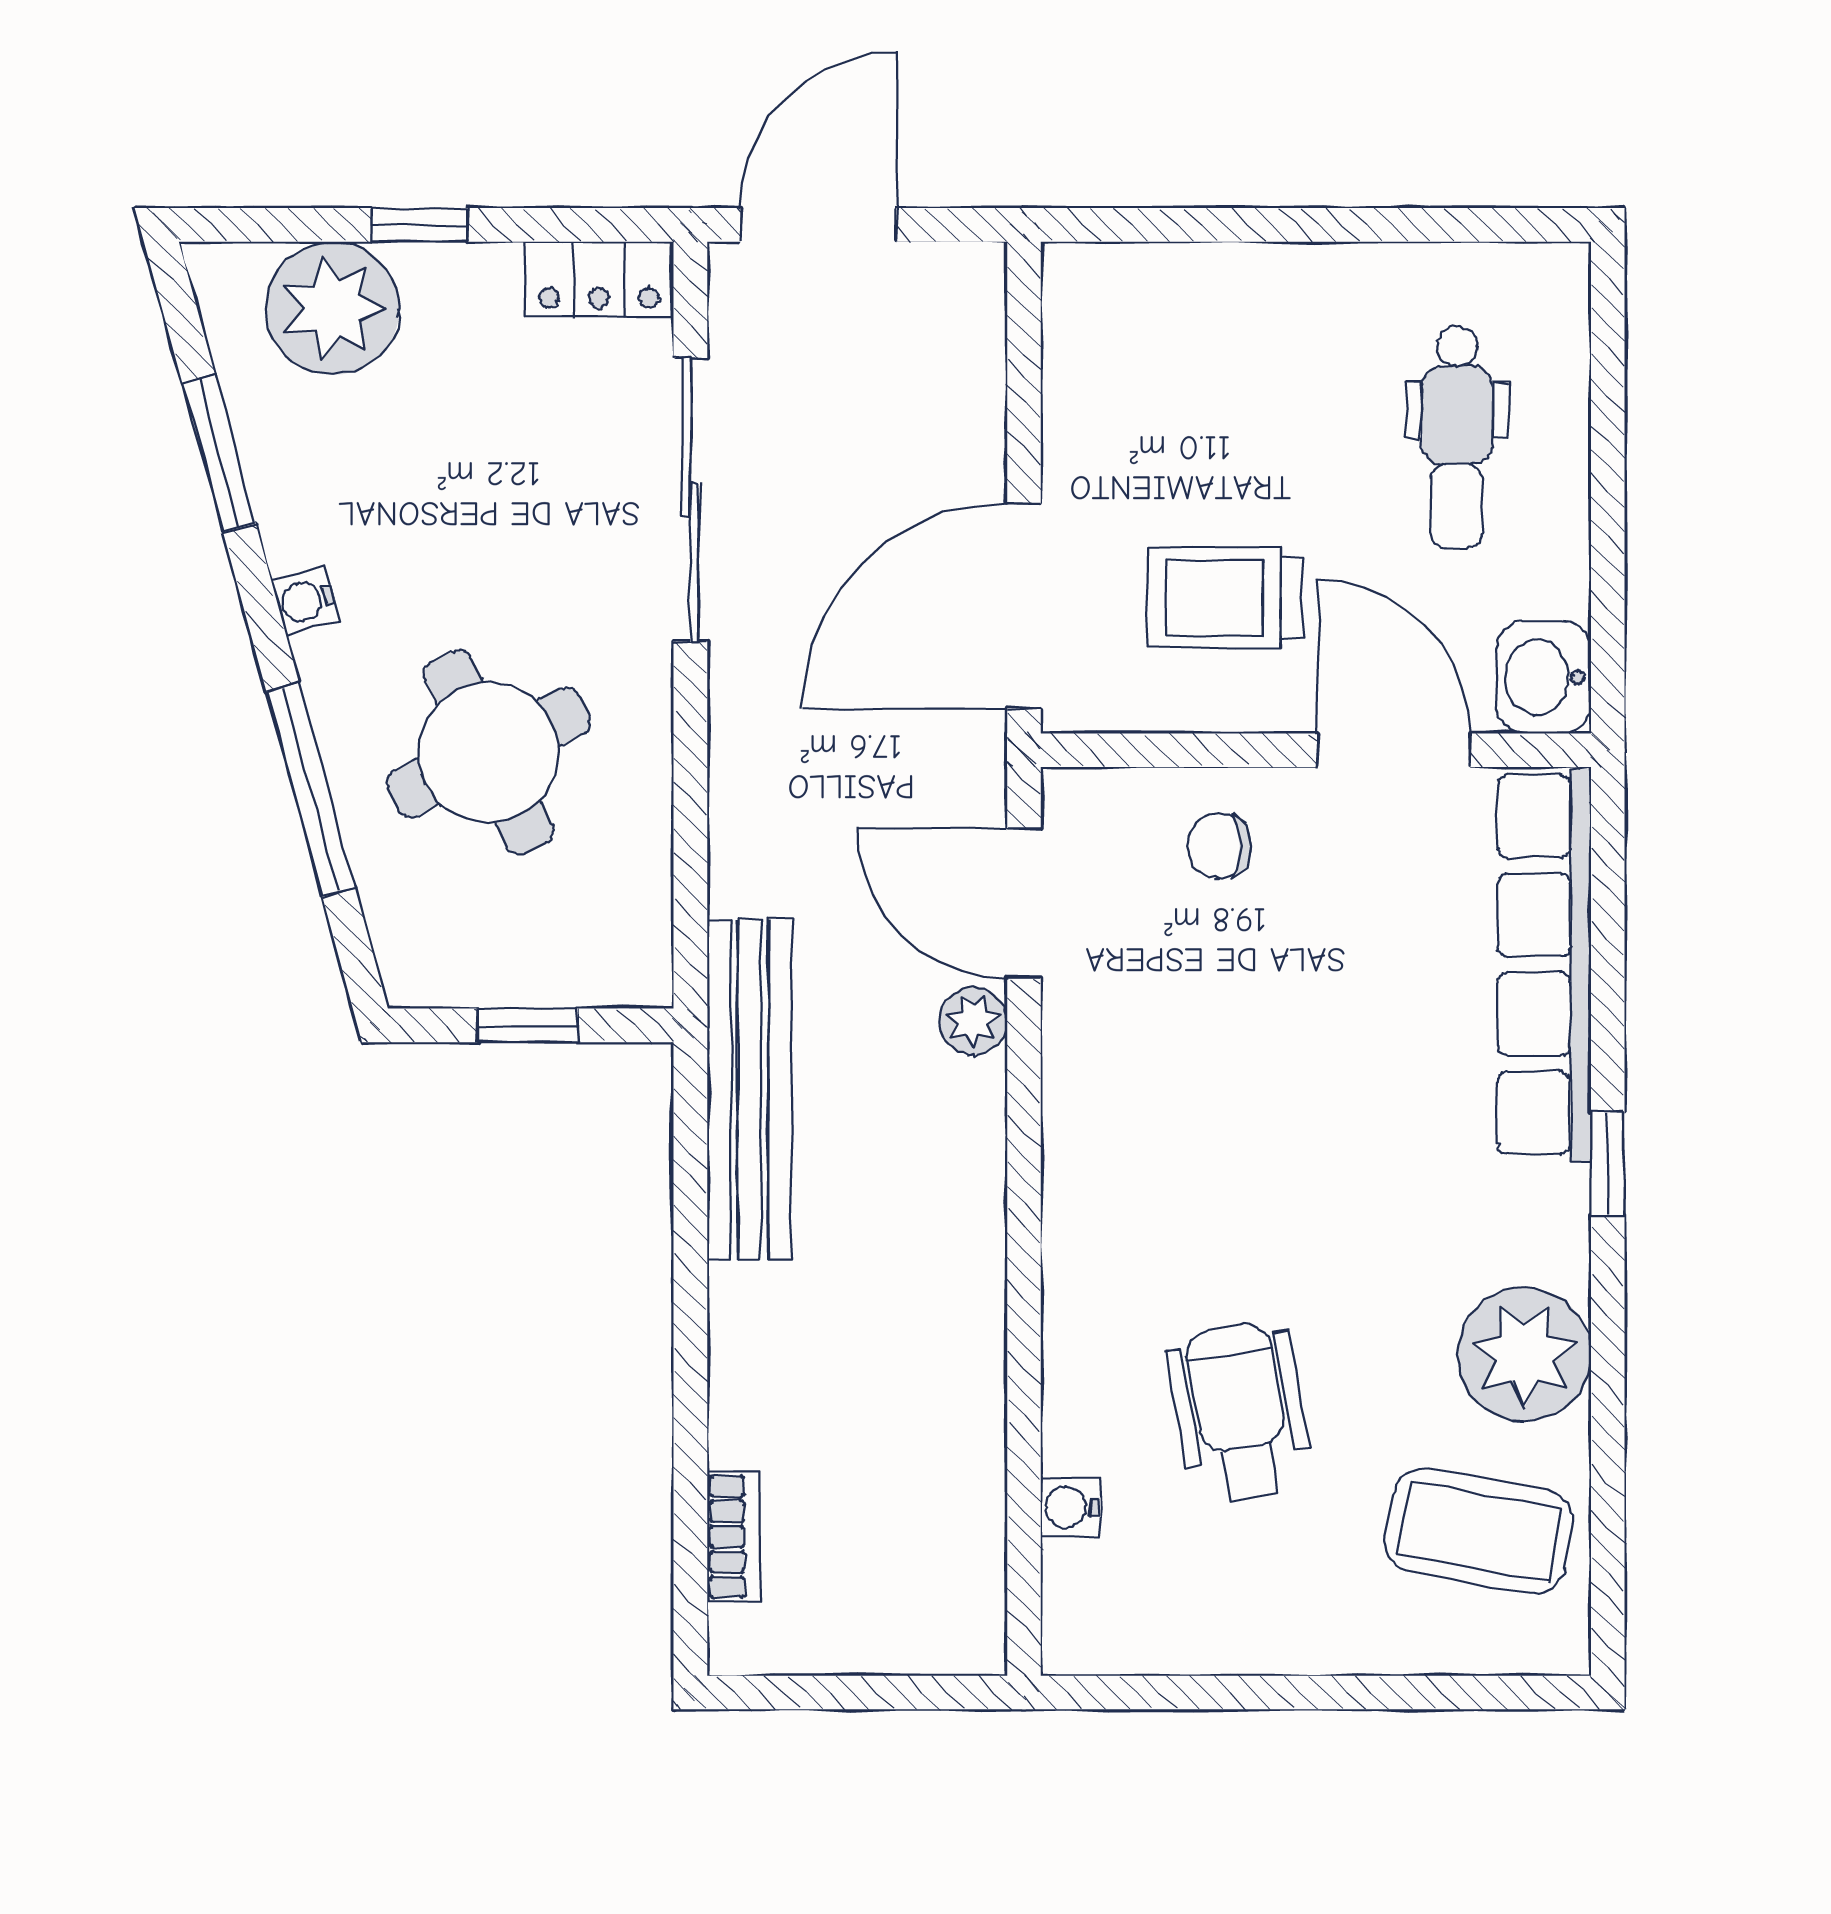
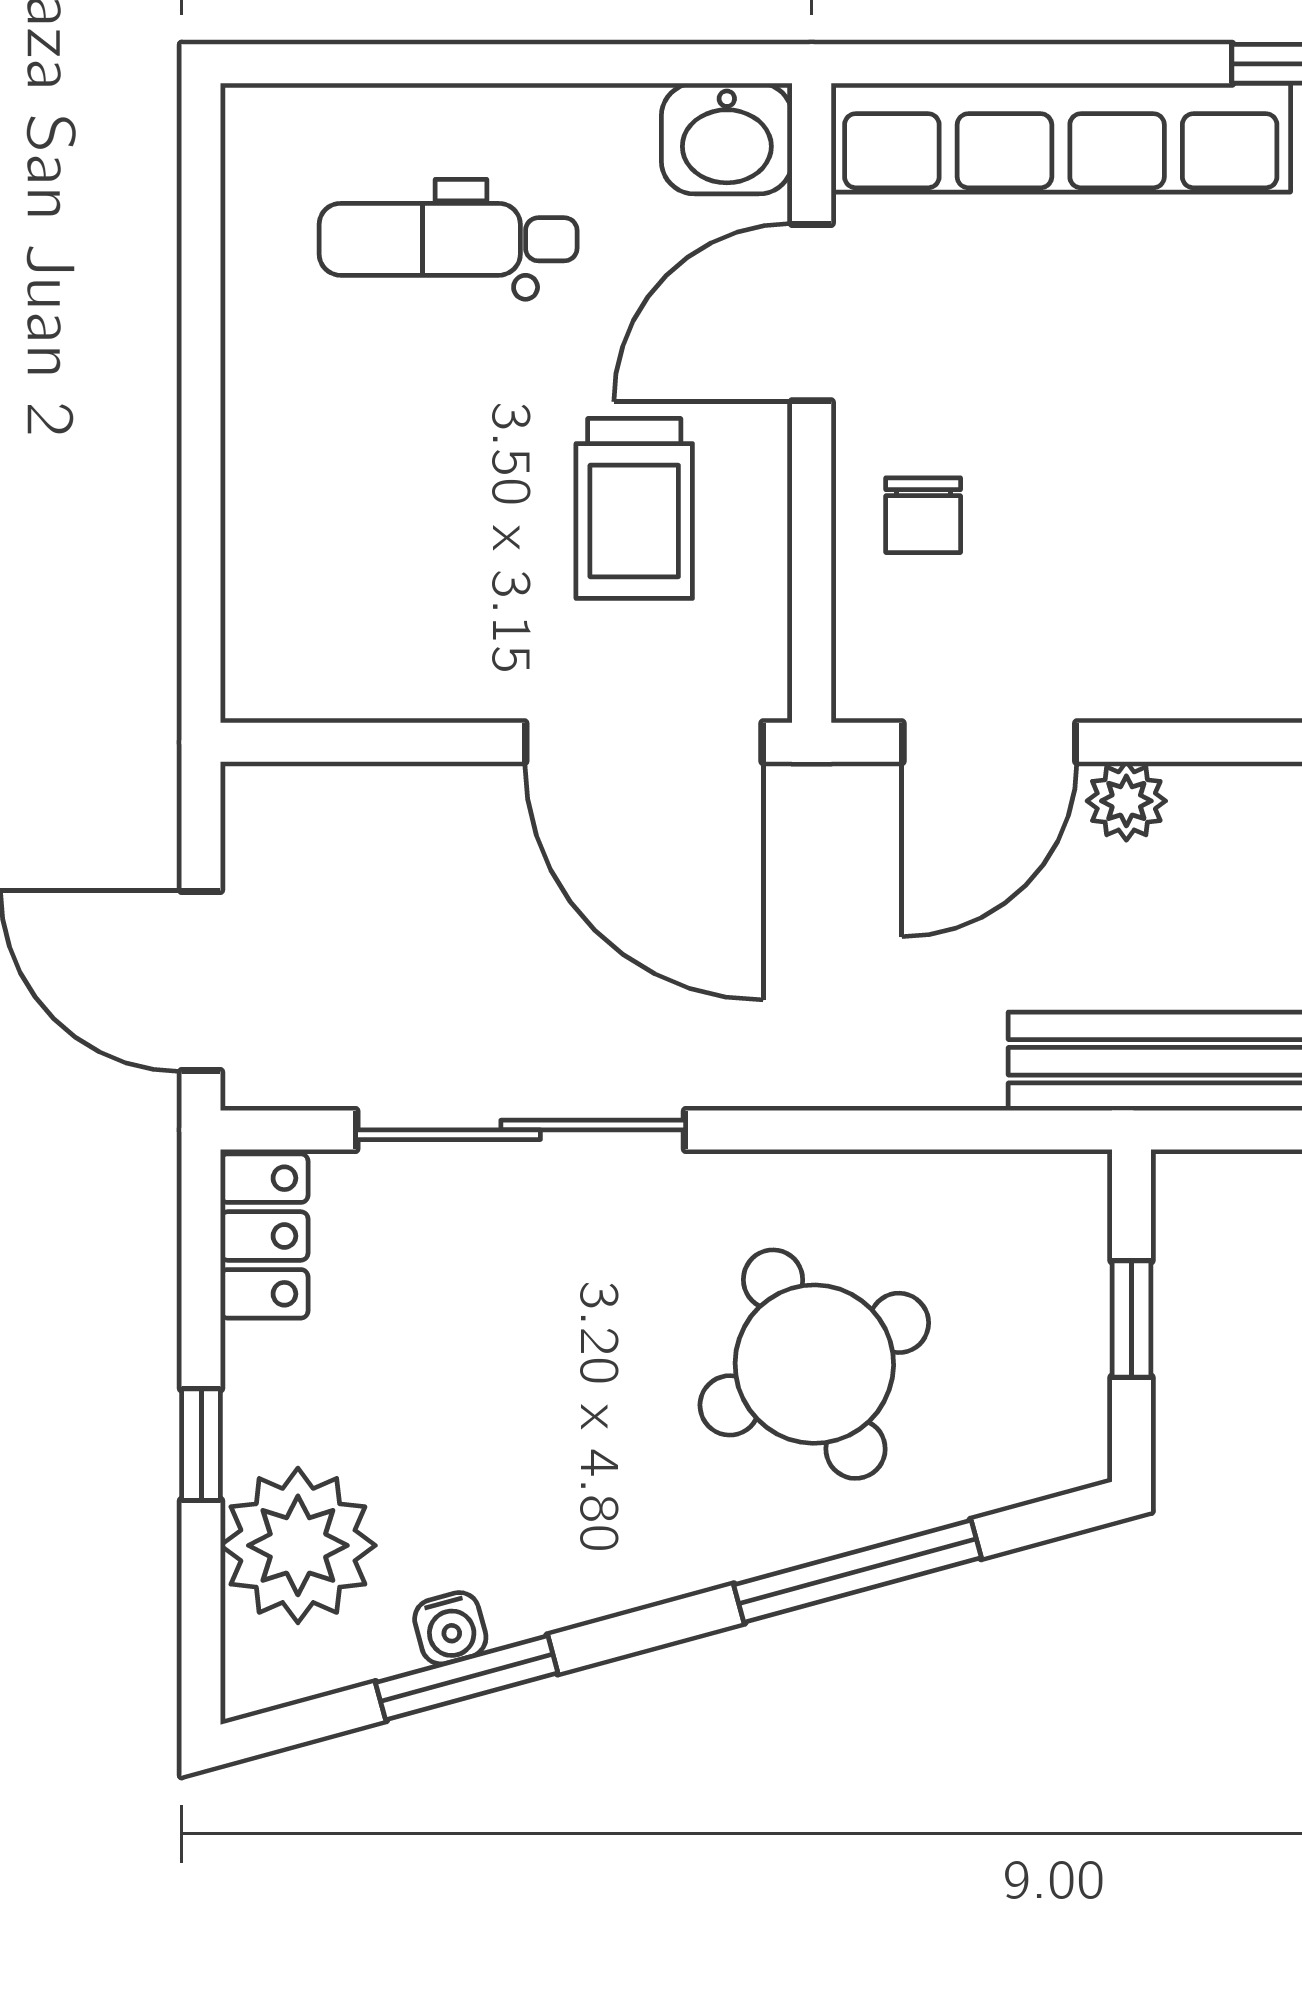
dental chair: (1457, 437) -> (448, 239), turned 180
water cooler: (306, 601) -> (450, 1628), moved

